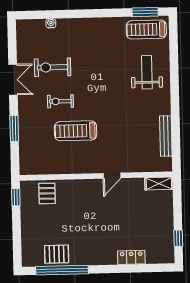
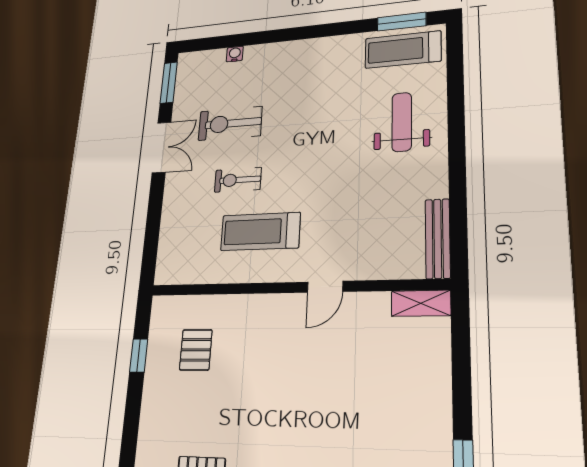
window: (14, 129) -> (169, 83), moved
wall: (96, 176) -> (294, 287), moved
door: (112, 176) -> (325, 287), moved
shelving: (159, 184) -> (421, 303), moved

